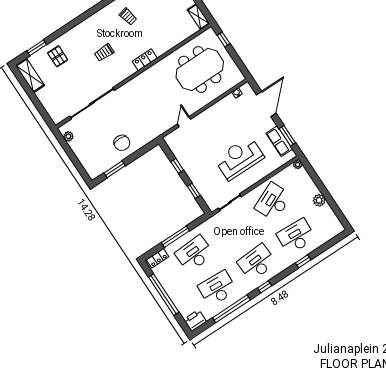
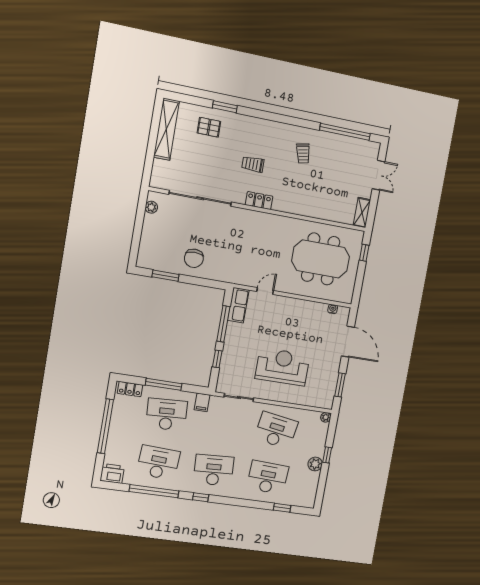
window: (37, 48) -> (225, 107), moved
pallet: (58, 56) -> (209, 127), turned 90
locker: (145, 60) -> (259, 201), moved
shelving: (30, 75) -> (166, 129), width x1.47
door: (266, 104) -> (348, 342), hinge flipped
row of seats: (279, 141) -> (238, 305), moved, turned 180
window: (177, 166) -> (223, 324), width x2.17
window: (322, 188) -> (327, 455), added
desk: (273, 202) -> (276, 430), turned 33
filing cabinet: (209, 226) -> (202, 402), added
window: (303, 261) -> (282, 508), moved

